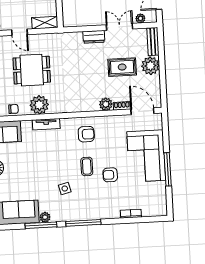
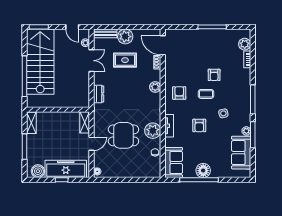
double door: (119, 27) -> (92, 61), swing flipped
dresser: (94, 37) -> (99, 94), moved
rug: (122, 67) -> (125, 60), turned 90
dining table: (32, 70) -> (123, 135), turned 90
plant: (106, 104) -> (155, 87), moved
door: (142, 111) -> (163, 45), hinge flipped
corner sofa: (146, 156) -> (200, 44), removed
armchair: (49, 160) -> (199, 125), added
plant: (149, 210) -> (245, 44), added

